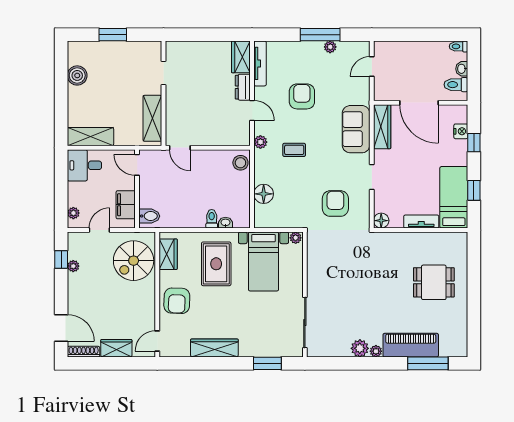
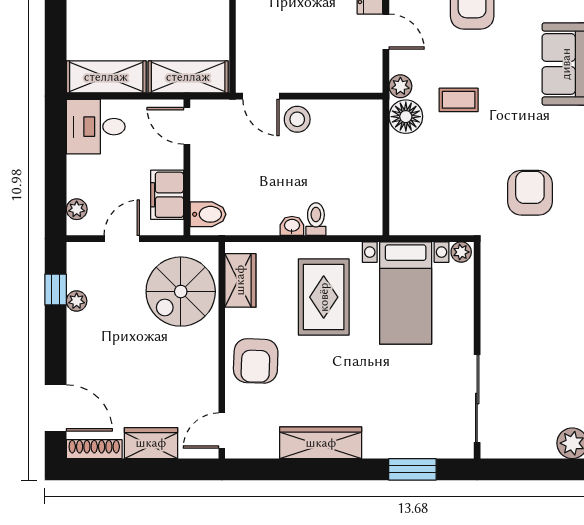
shelving: (152, 118) -> (188, 77), moved, turned 90
stool: (240, 163) -> (297, 119), moved
floor lamp: (264, 194) -> (406, 117), moved
washbasin: (225, 223) -> (292, 226), moved

